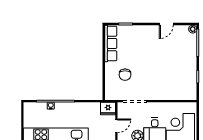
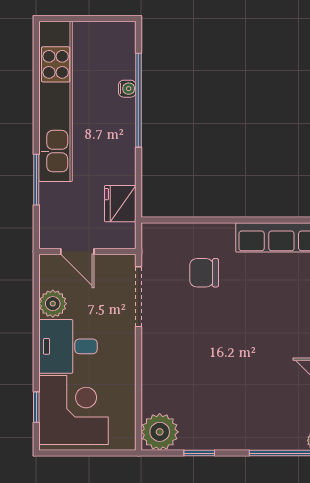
plant: (189, 93) -> (160, 432), added
fridge: (108, 109) -> (120, 204), moved

